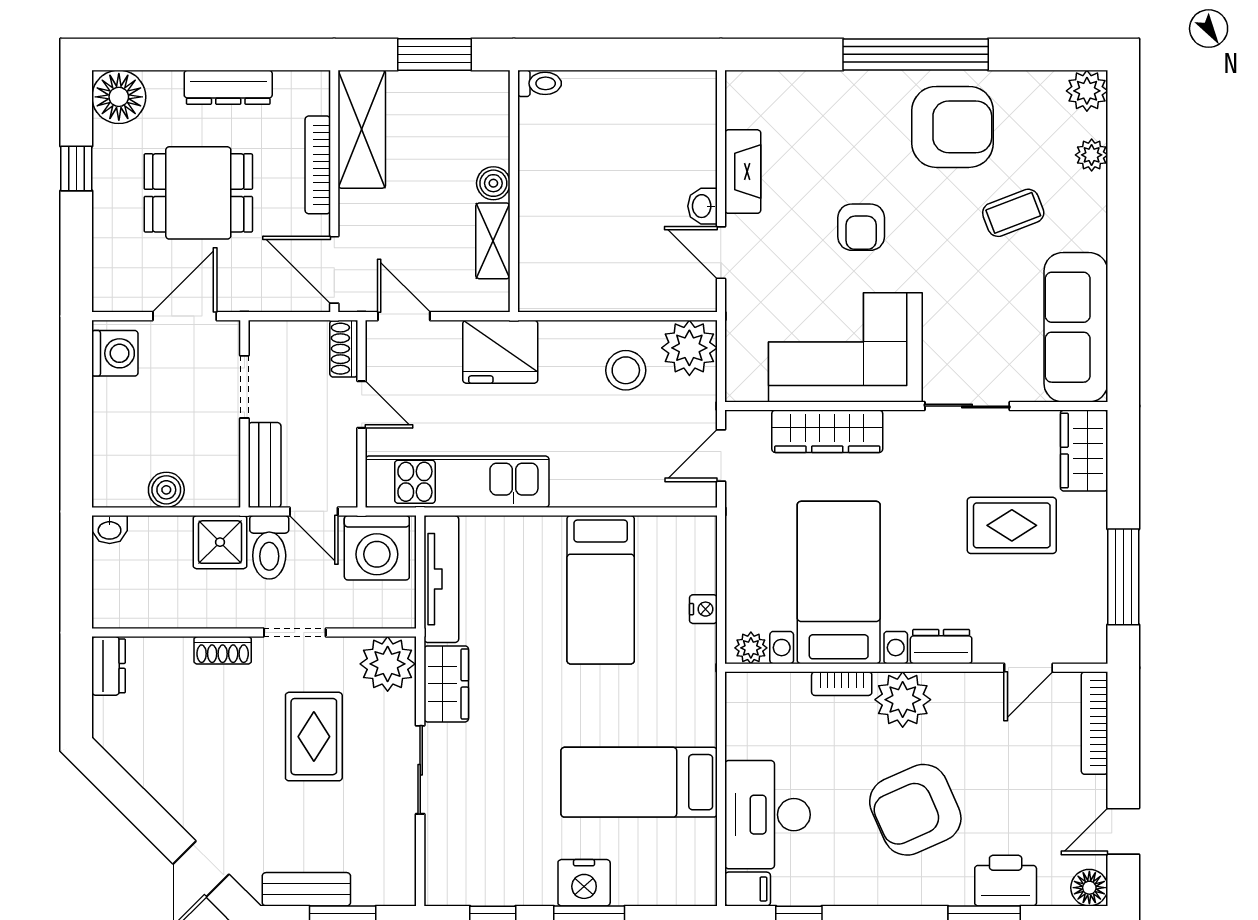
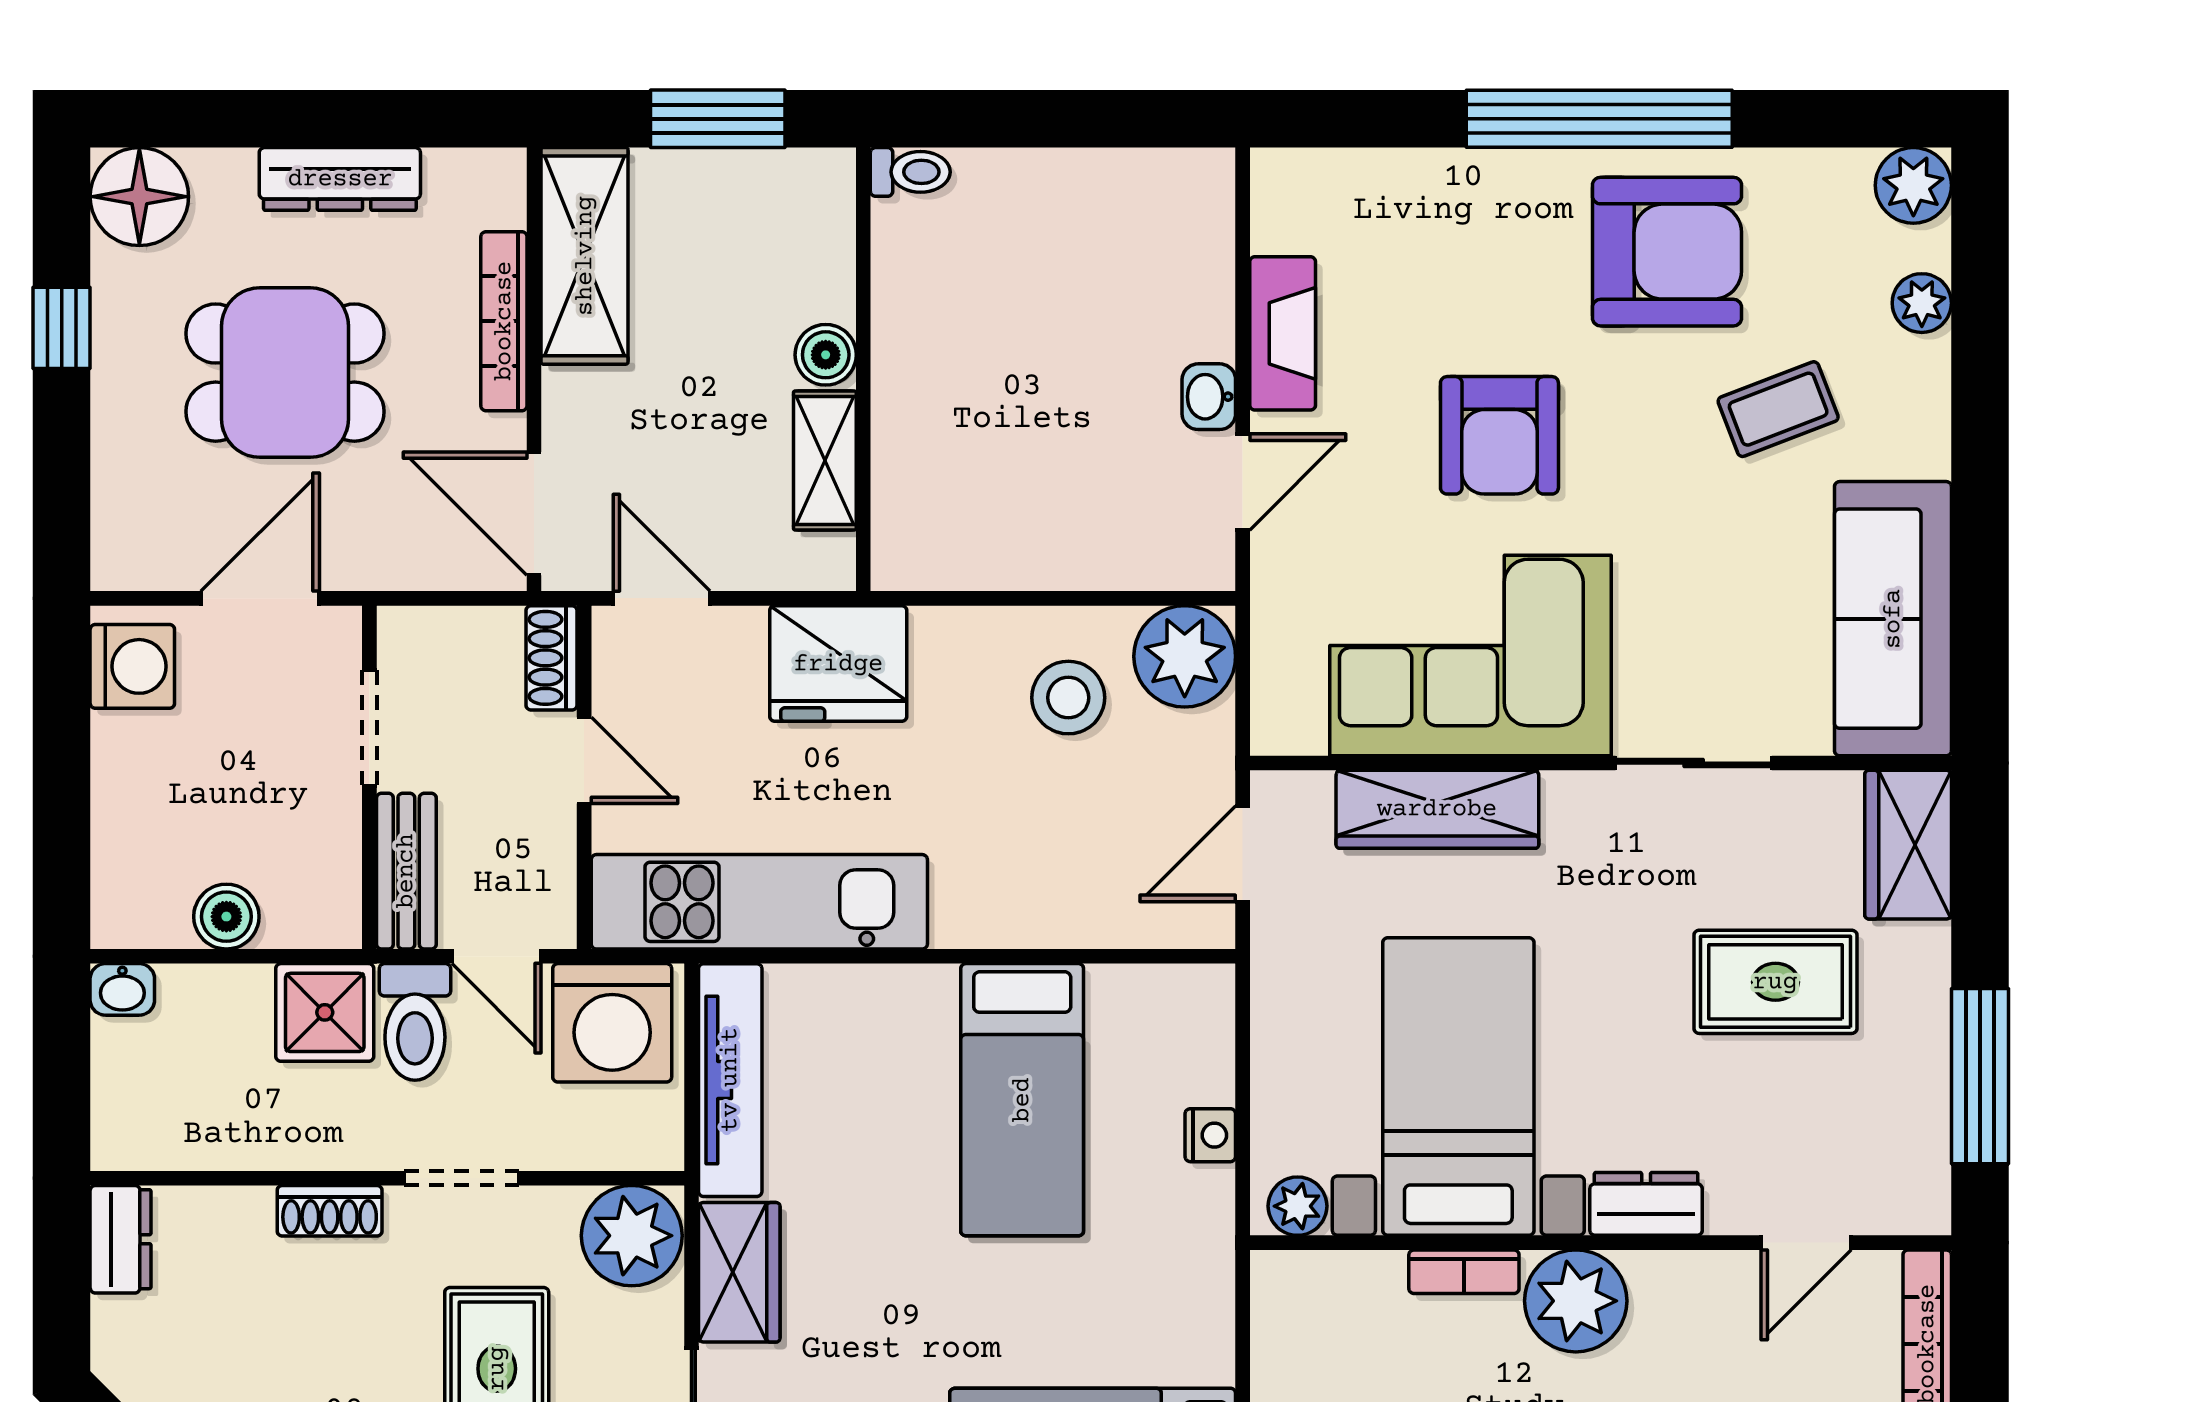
armchair: (861, 227) -> (1499, 435), width x1.38, depth x1.38
door: (721, 253) -> (1243, 482), swing flipped

